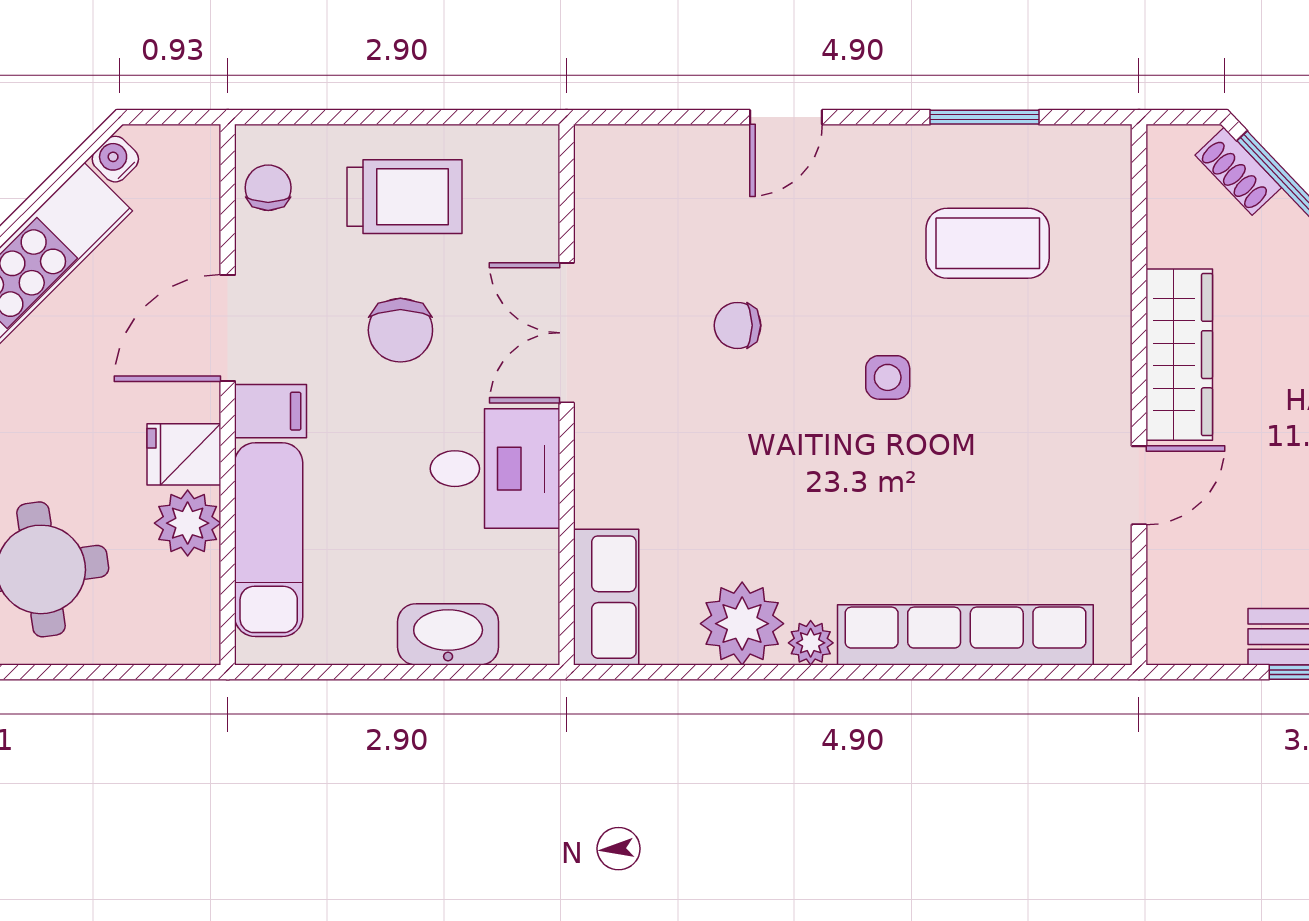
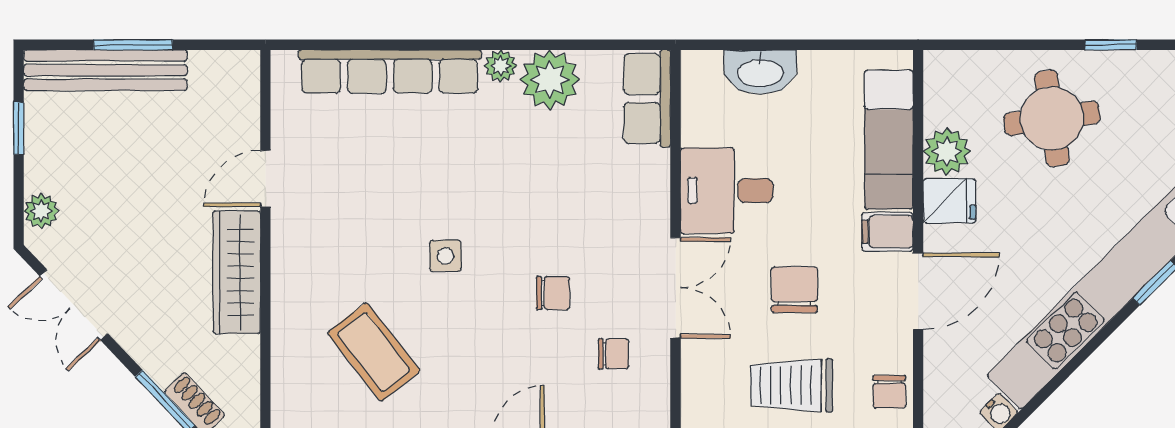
chair: (653, 241) -> (613, 354), added
coffee table: (988, 243) -> (374, 352), turned 52

